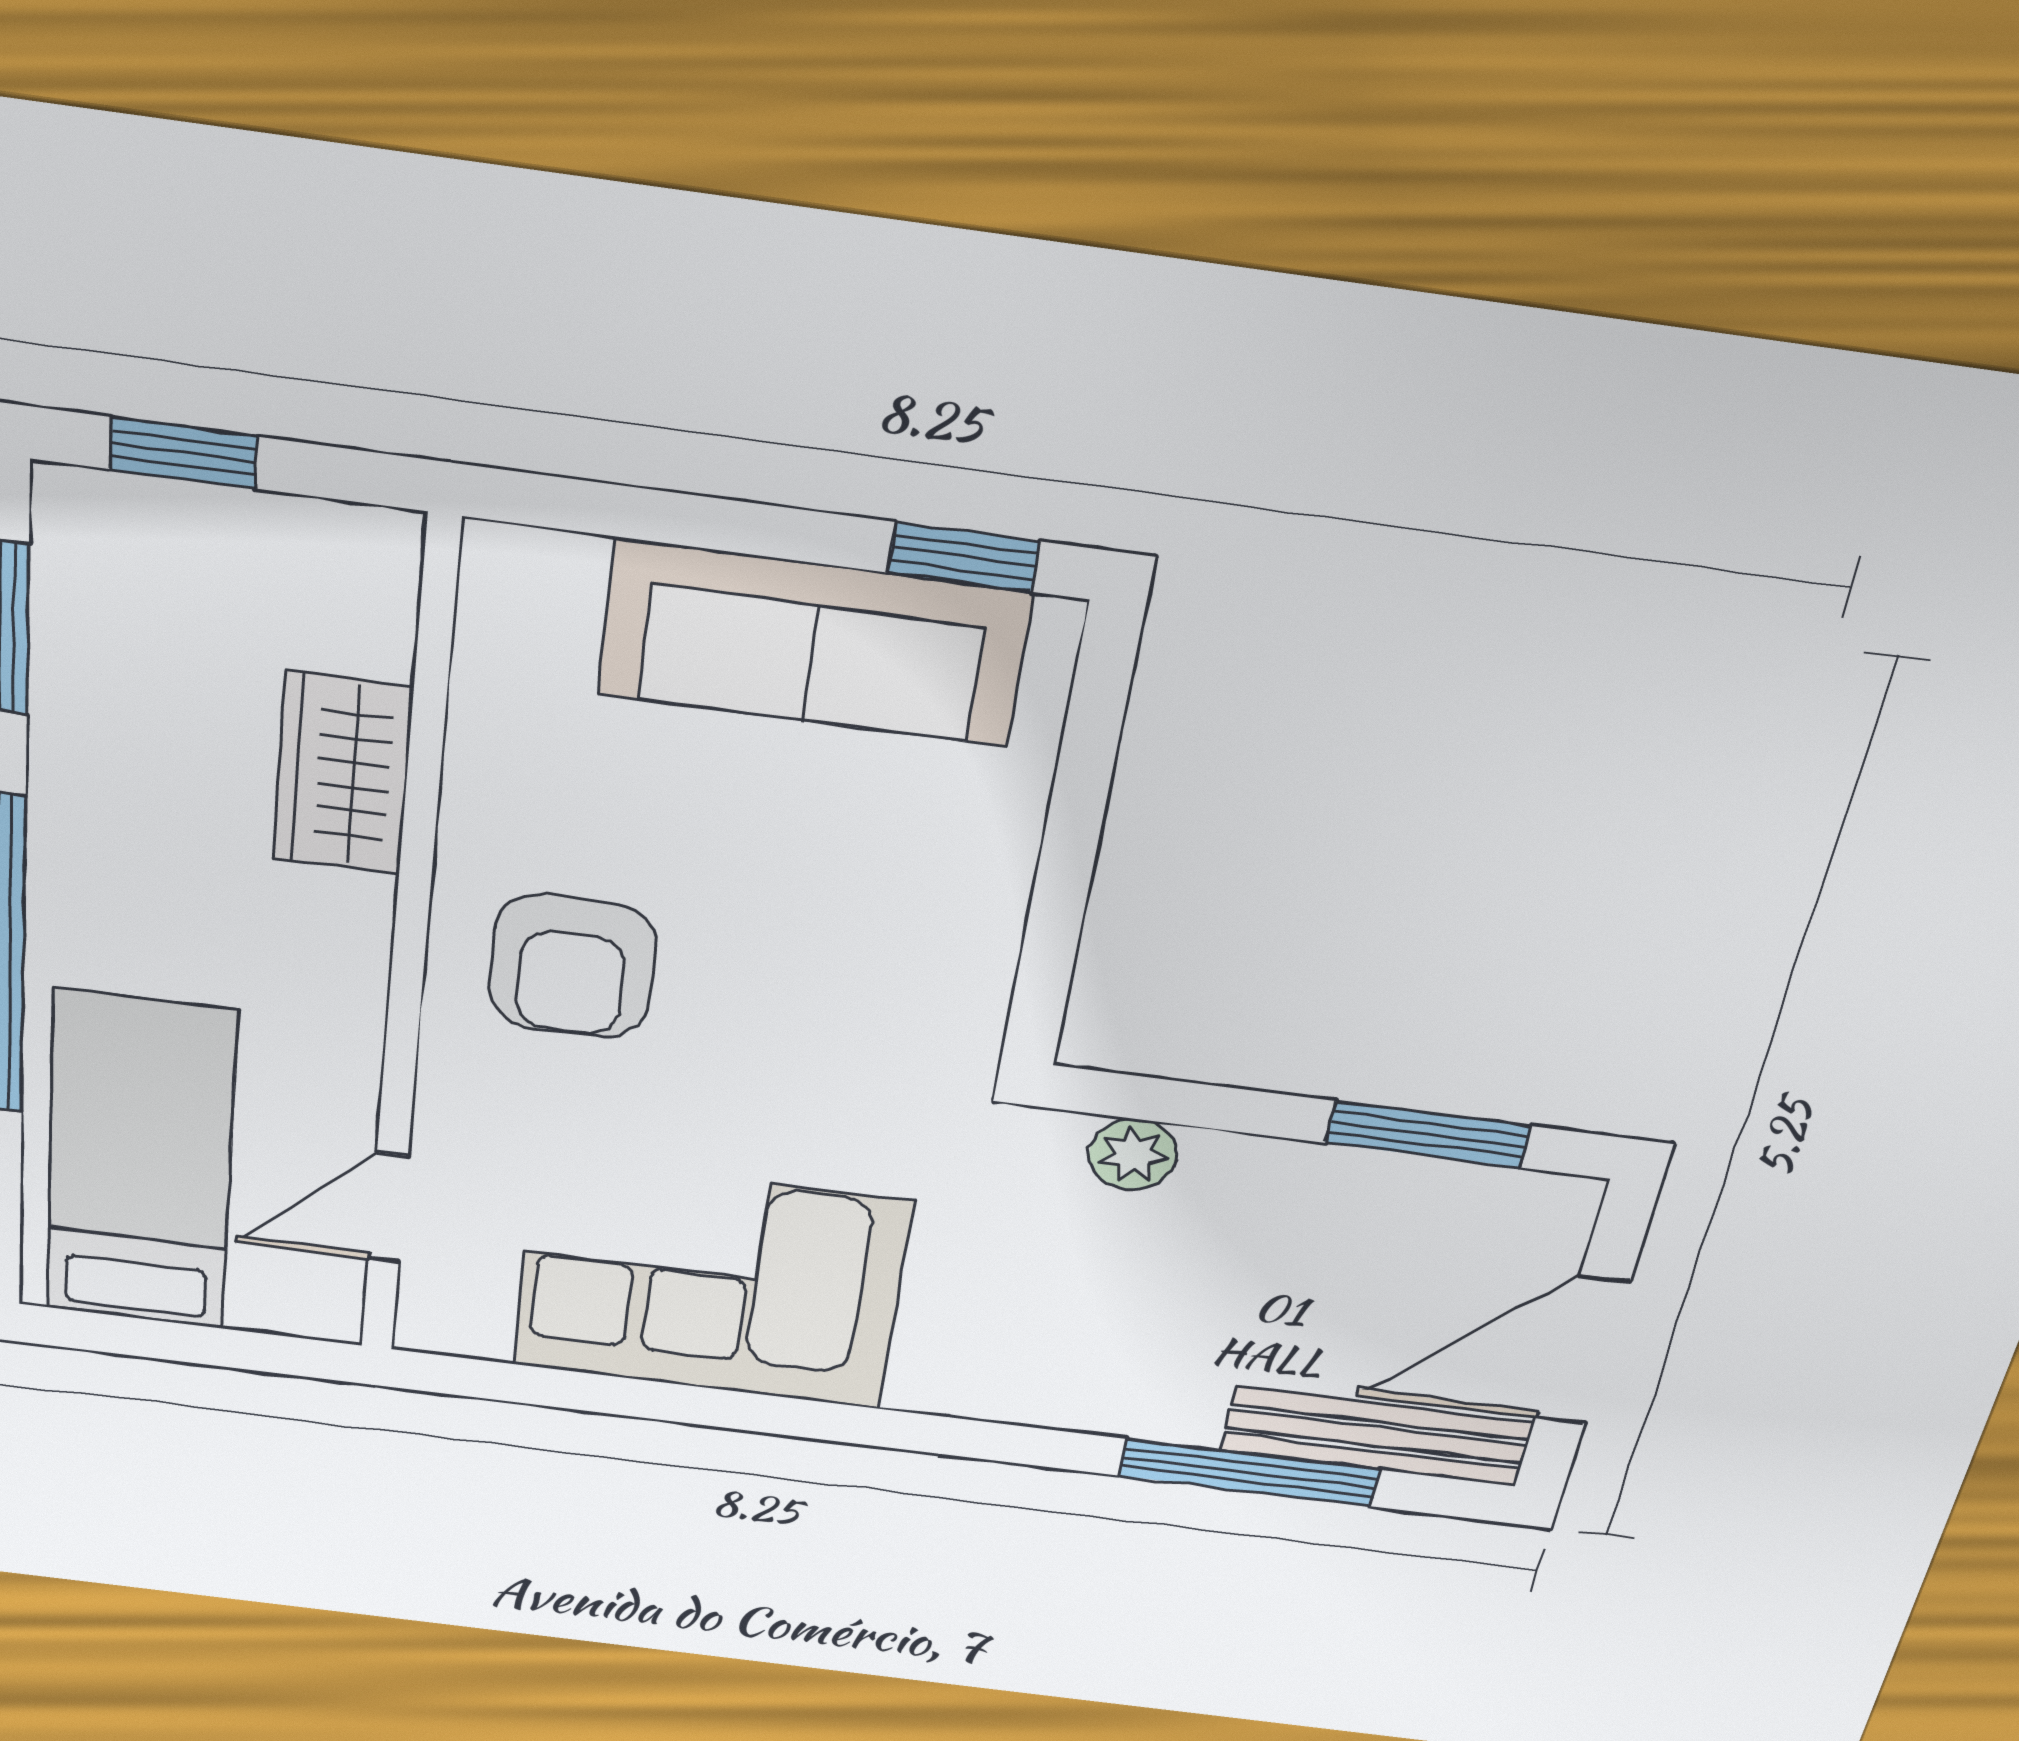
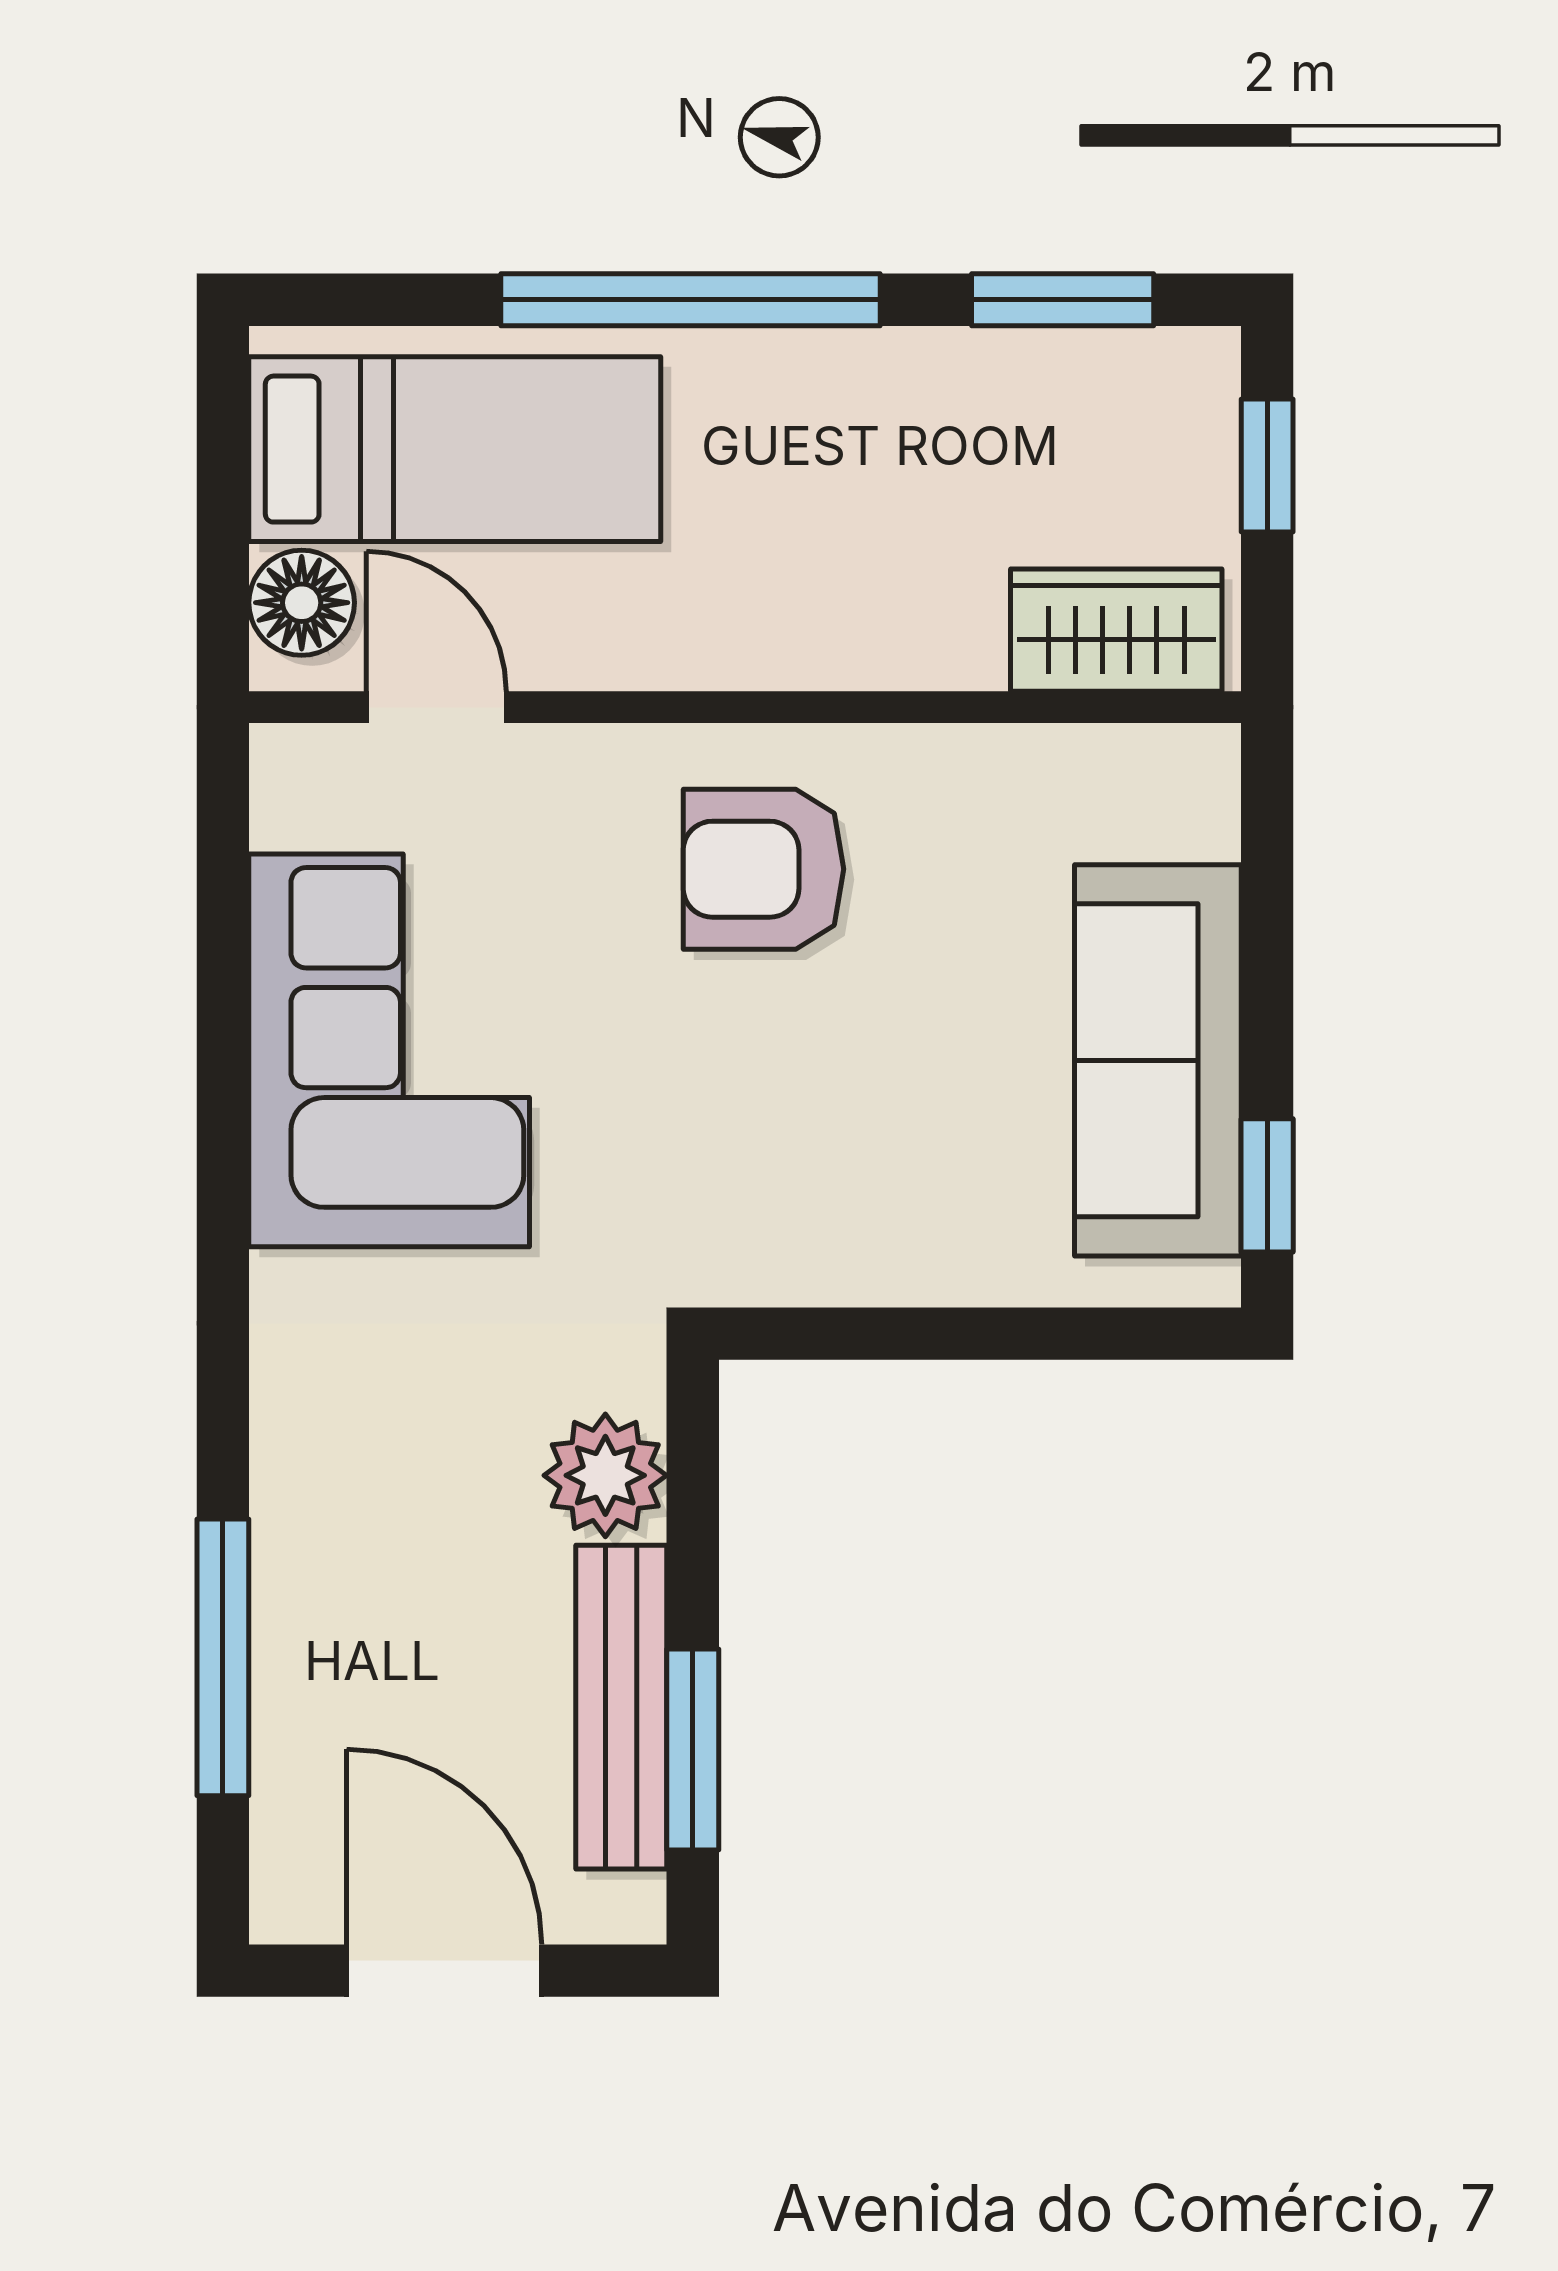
wardrobe: (343, 774) -> (1116, 630), moved
plant: (1133, 1155) -> (605, 1475), width x1.38, depth x1.38
floor lamp: (281, 1297) -> (302, 603), added
bench: (1377, 1437) -> (621, 1707), moved

